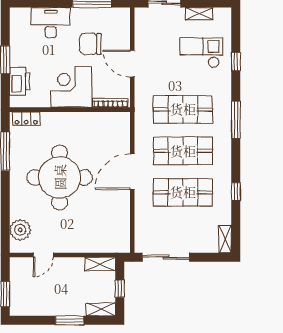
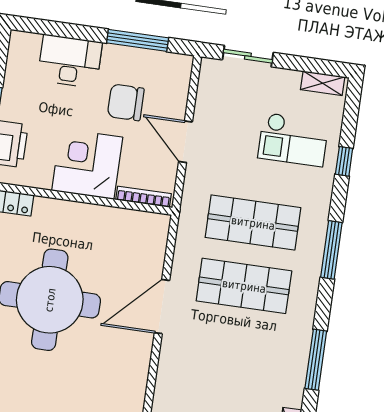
shelving: (199, 14) -> (323, 83), moved
checkout: (201, 53) -> (293, 140), turned 180
shop shelf: (183, 192) -> (235, 349), removed
window: (236, 192) -> (316, 360), width x2.17

